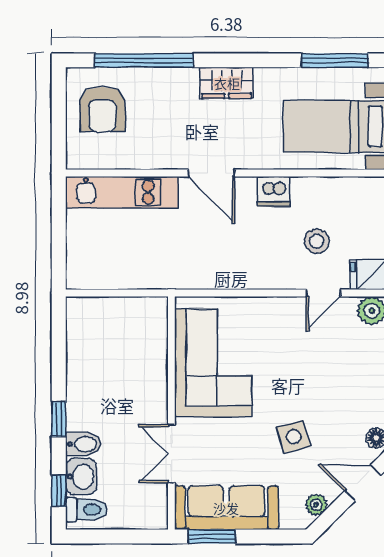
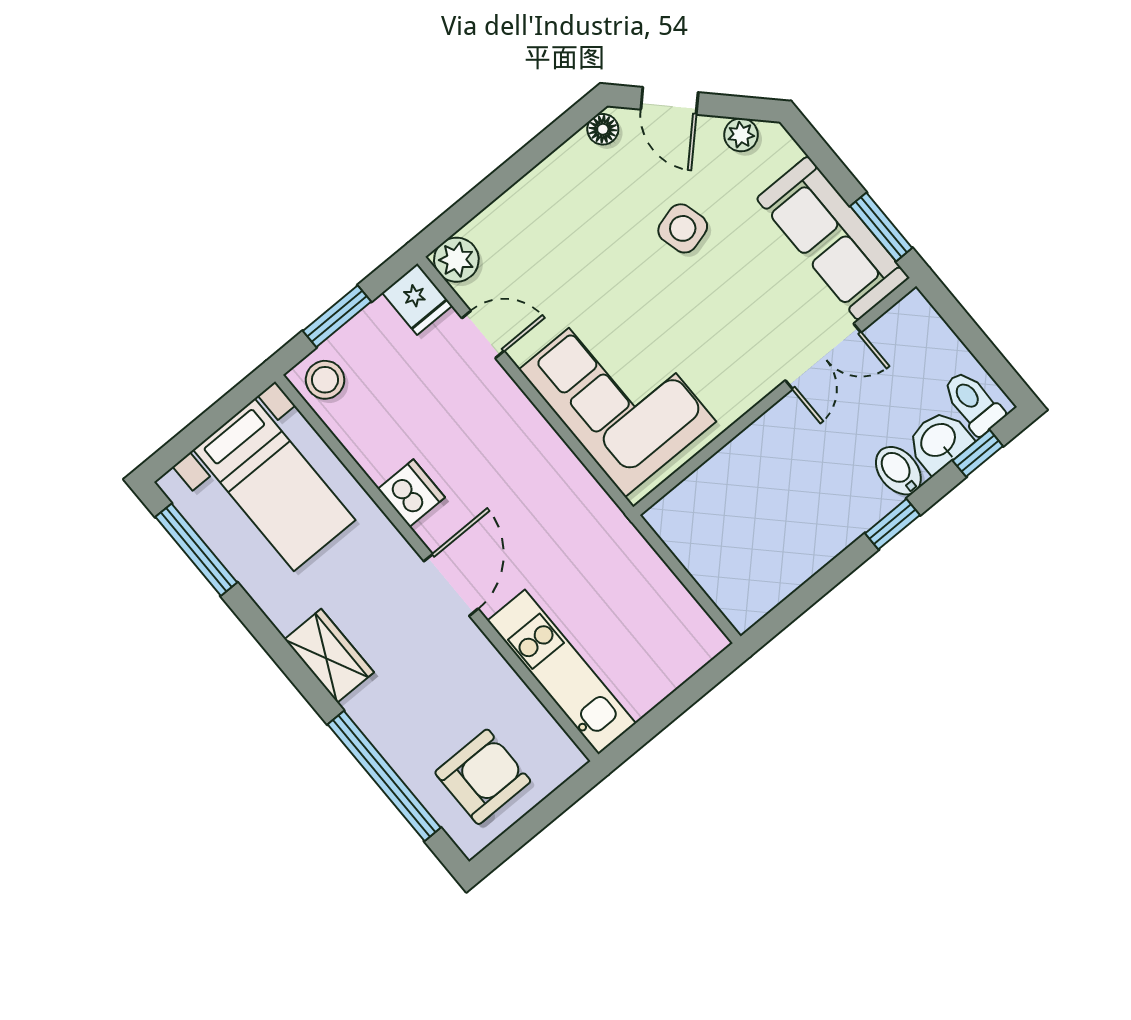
stool: (317, 241) -> (325, 380), moved
corner sofa: (213, 363) -> (617, 395), moved, turned 90

